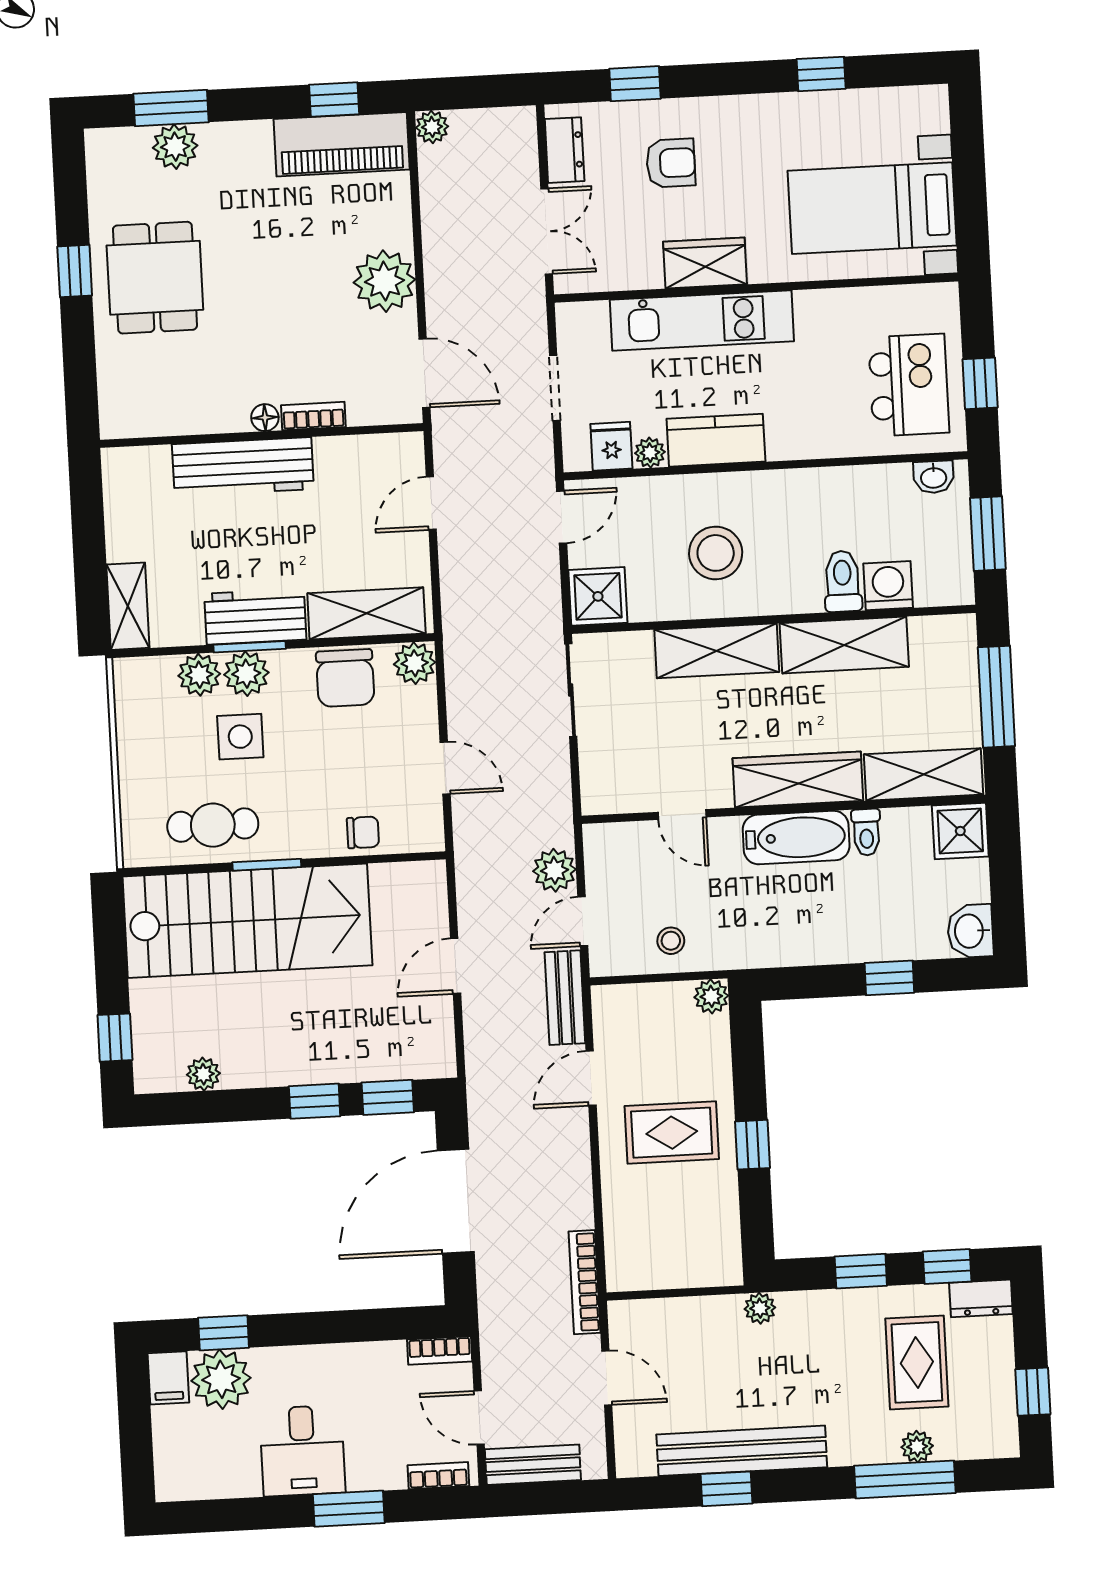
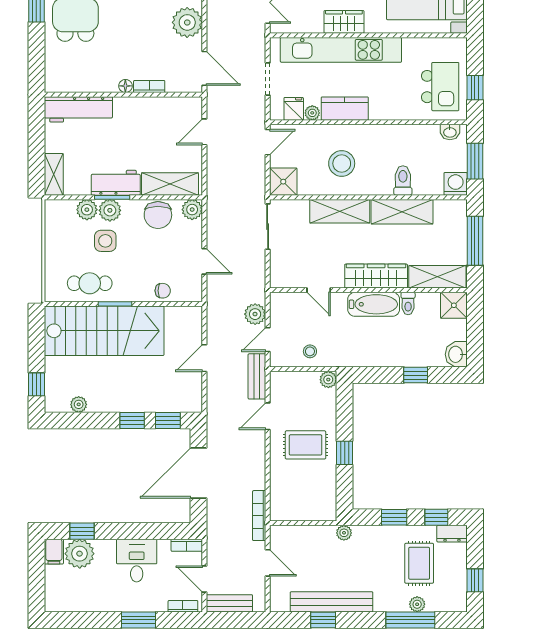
kitchen unit: (702, 321) -> (341, 50), width x1.36
workbench: (243, 467) -> (78, 109), moved
washing machine: (888, 586) -> (456, 184), moved
desk: (302, 1451) -> (137, 561), moved, turned 180

